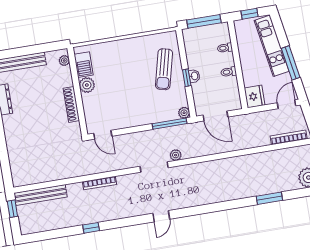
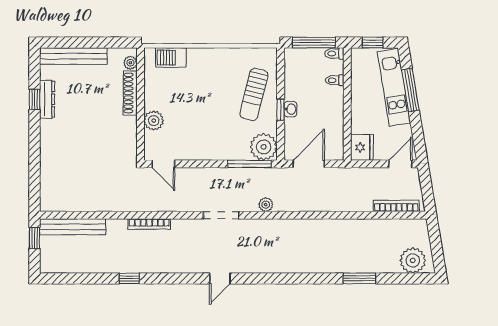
window: (291, 63) -> (410, 90), moved
barbecue: (84, 65) -> (171, 58), moved, turned 90
toilet: (229, 72) -> (334, 53), moved
plant: (87, 85) -> (154, 121), moved
shoe rack: (71, 104) -> (130, 93), moved
plant: (184, 113) -> (264, 147), width x1.88, depth x1.88
door: (215, 116) -> (309, 164), swing flipped
plant: (176, 155) -> (266, 205), moved

